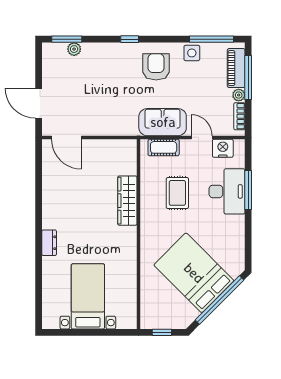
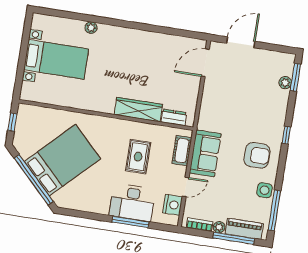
rug: (177, 193) -> (138, 157), turned 90
dresser: (49, 243) -> (174, 117), moved, turned 180
plant: (48, 265) -> (91, 28), added

